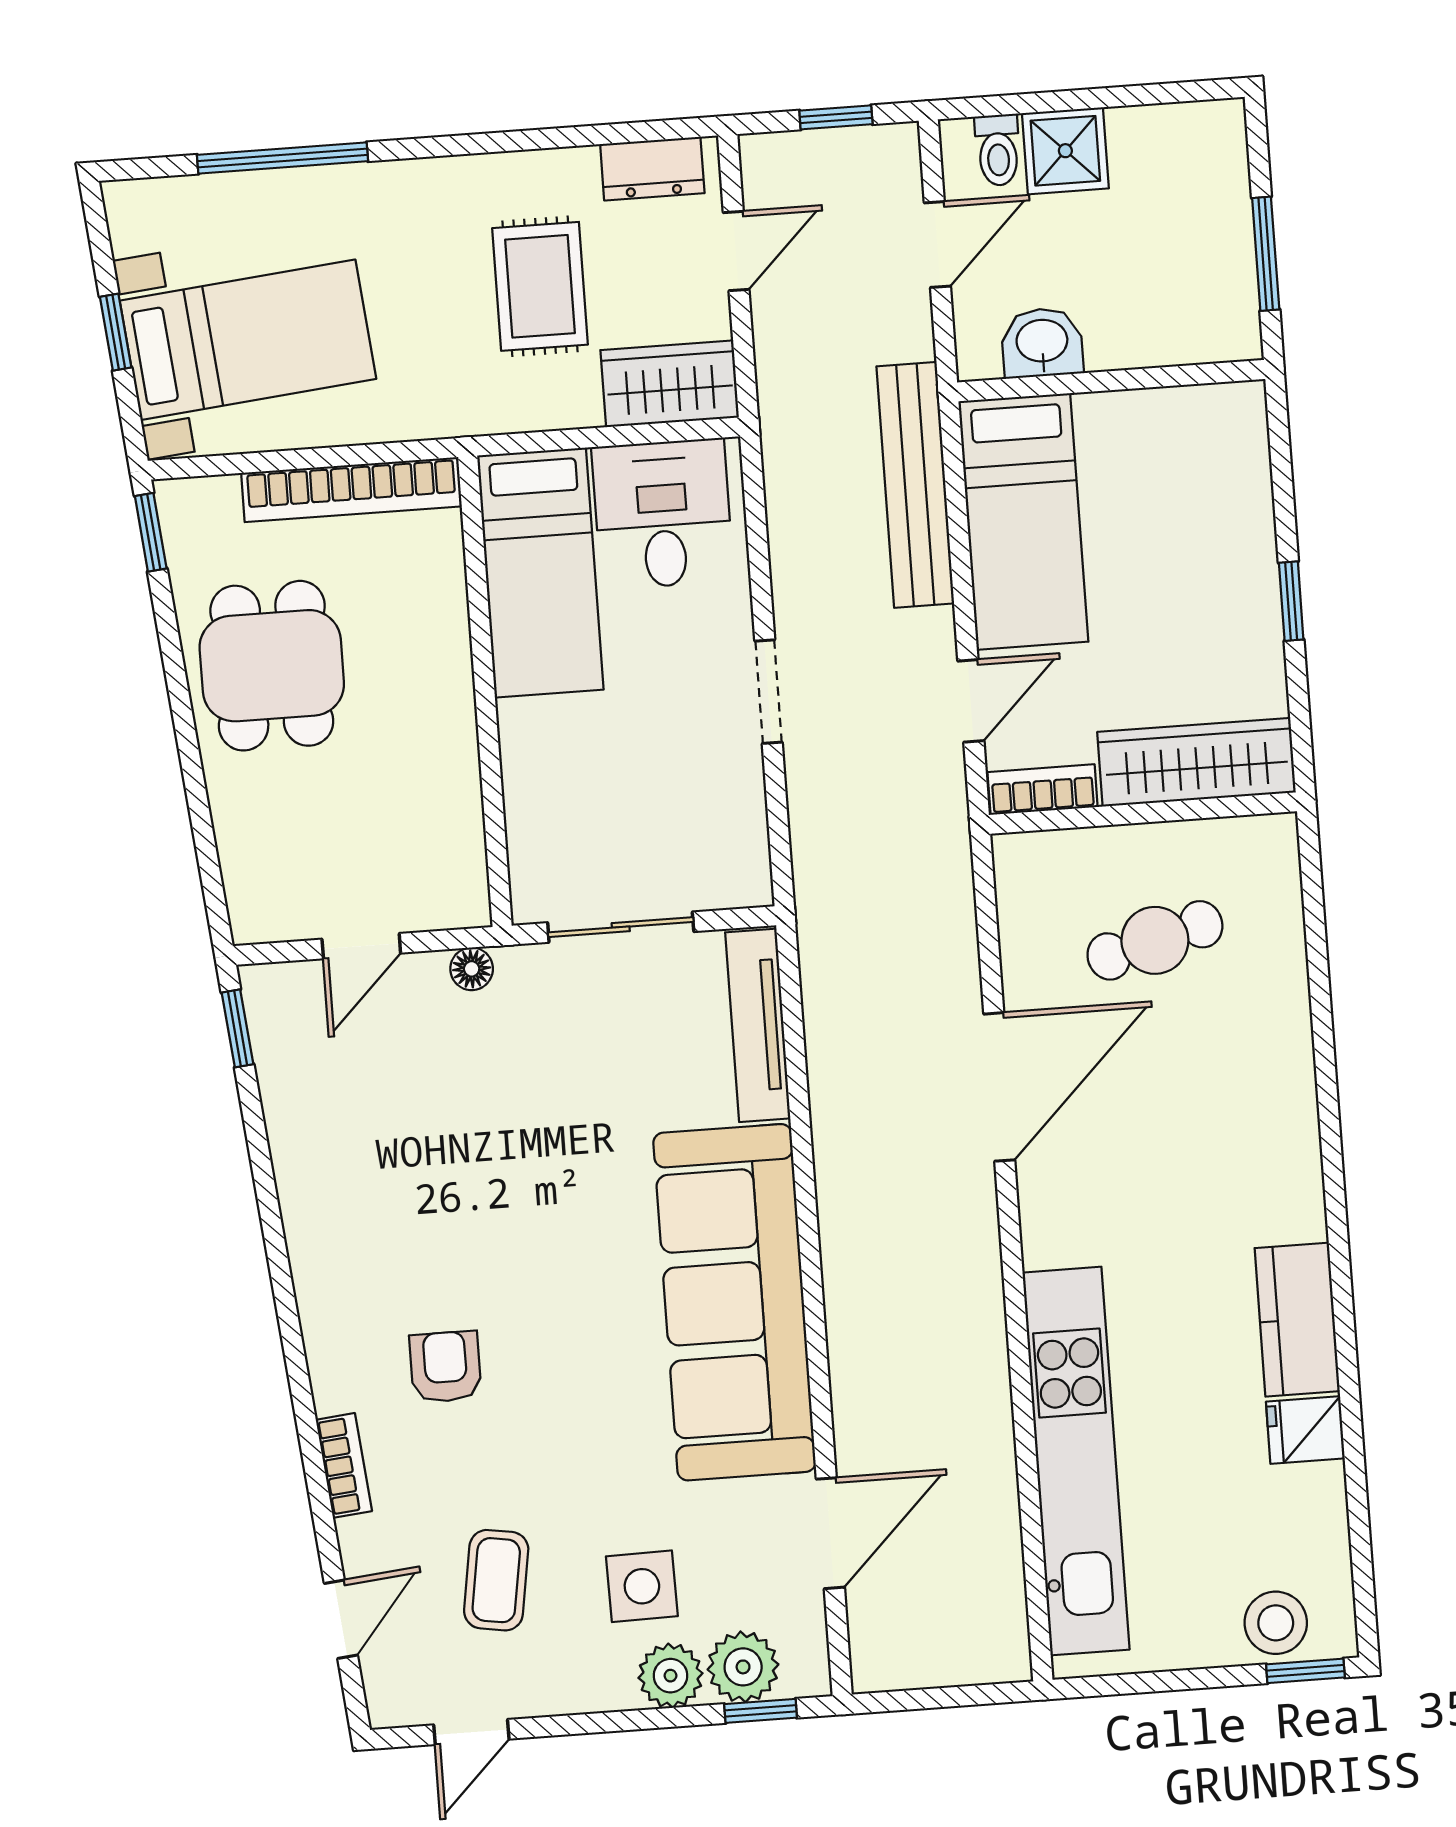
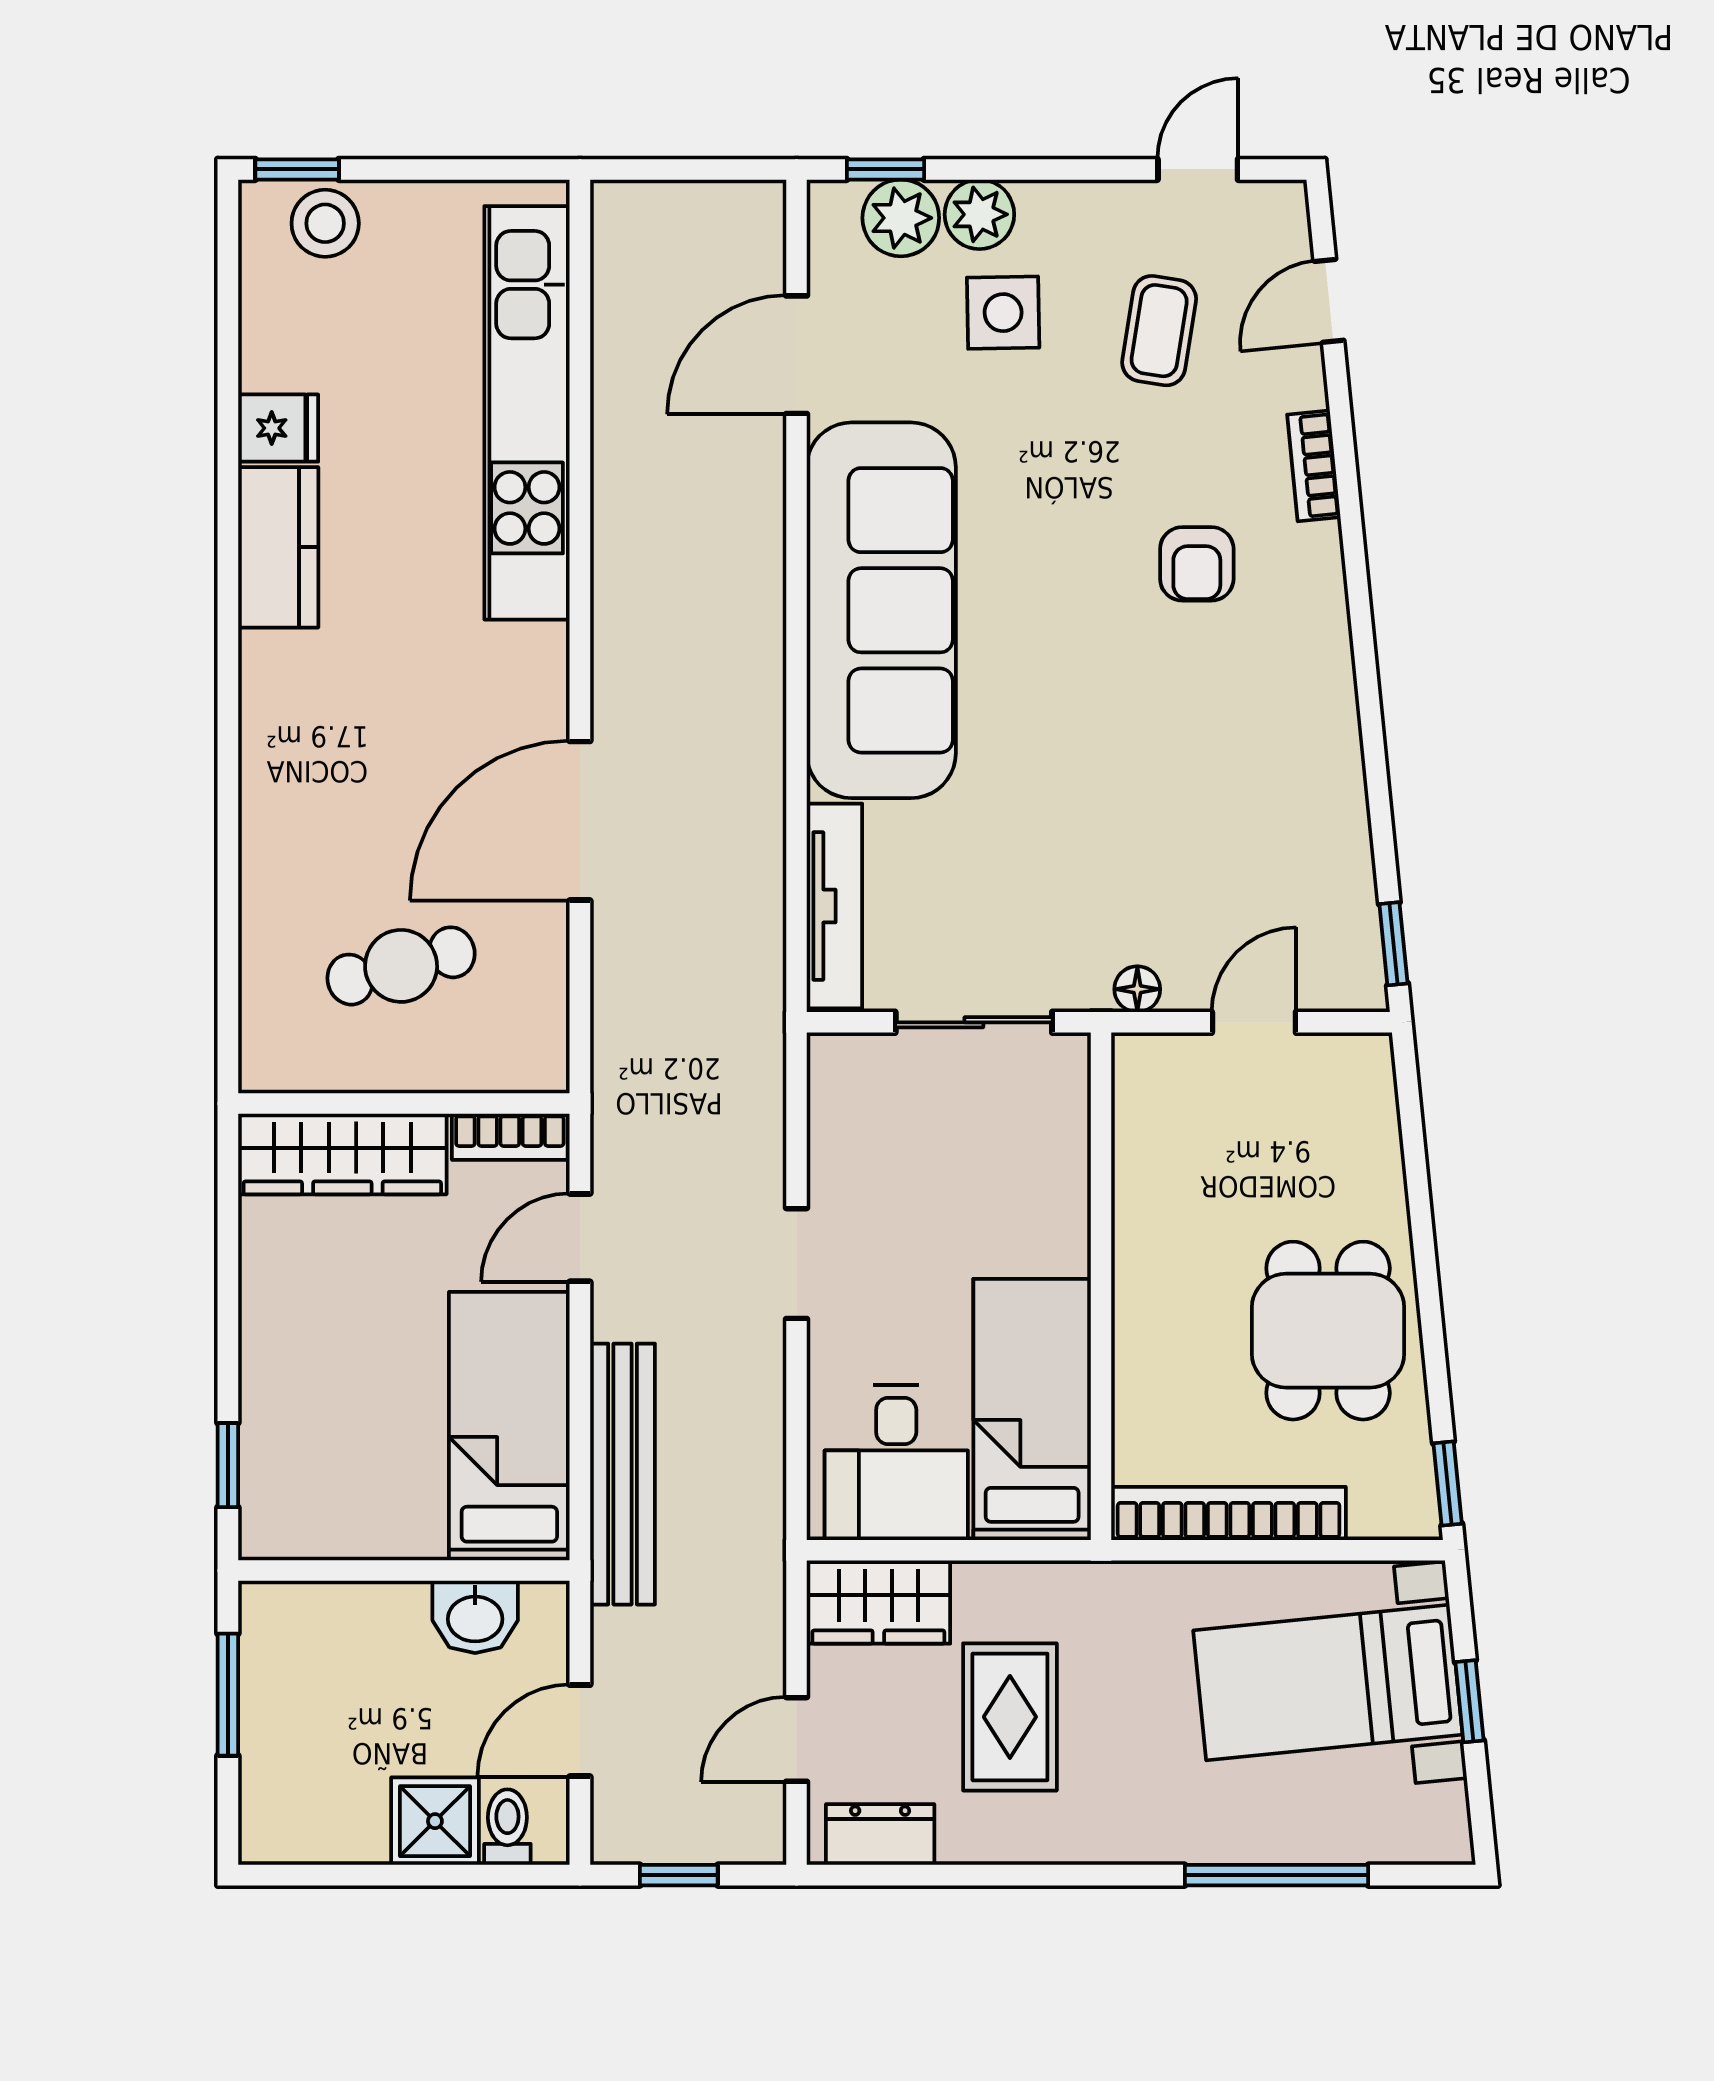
window: (1291, 601) -> (228, 1465), moved

